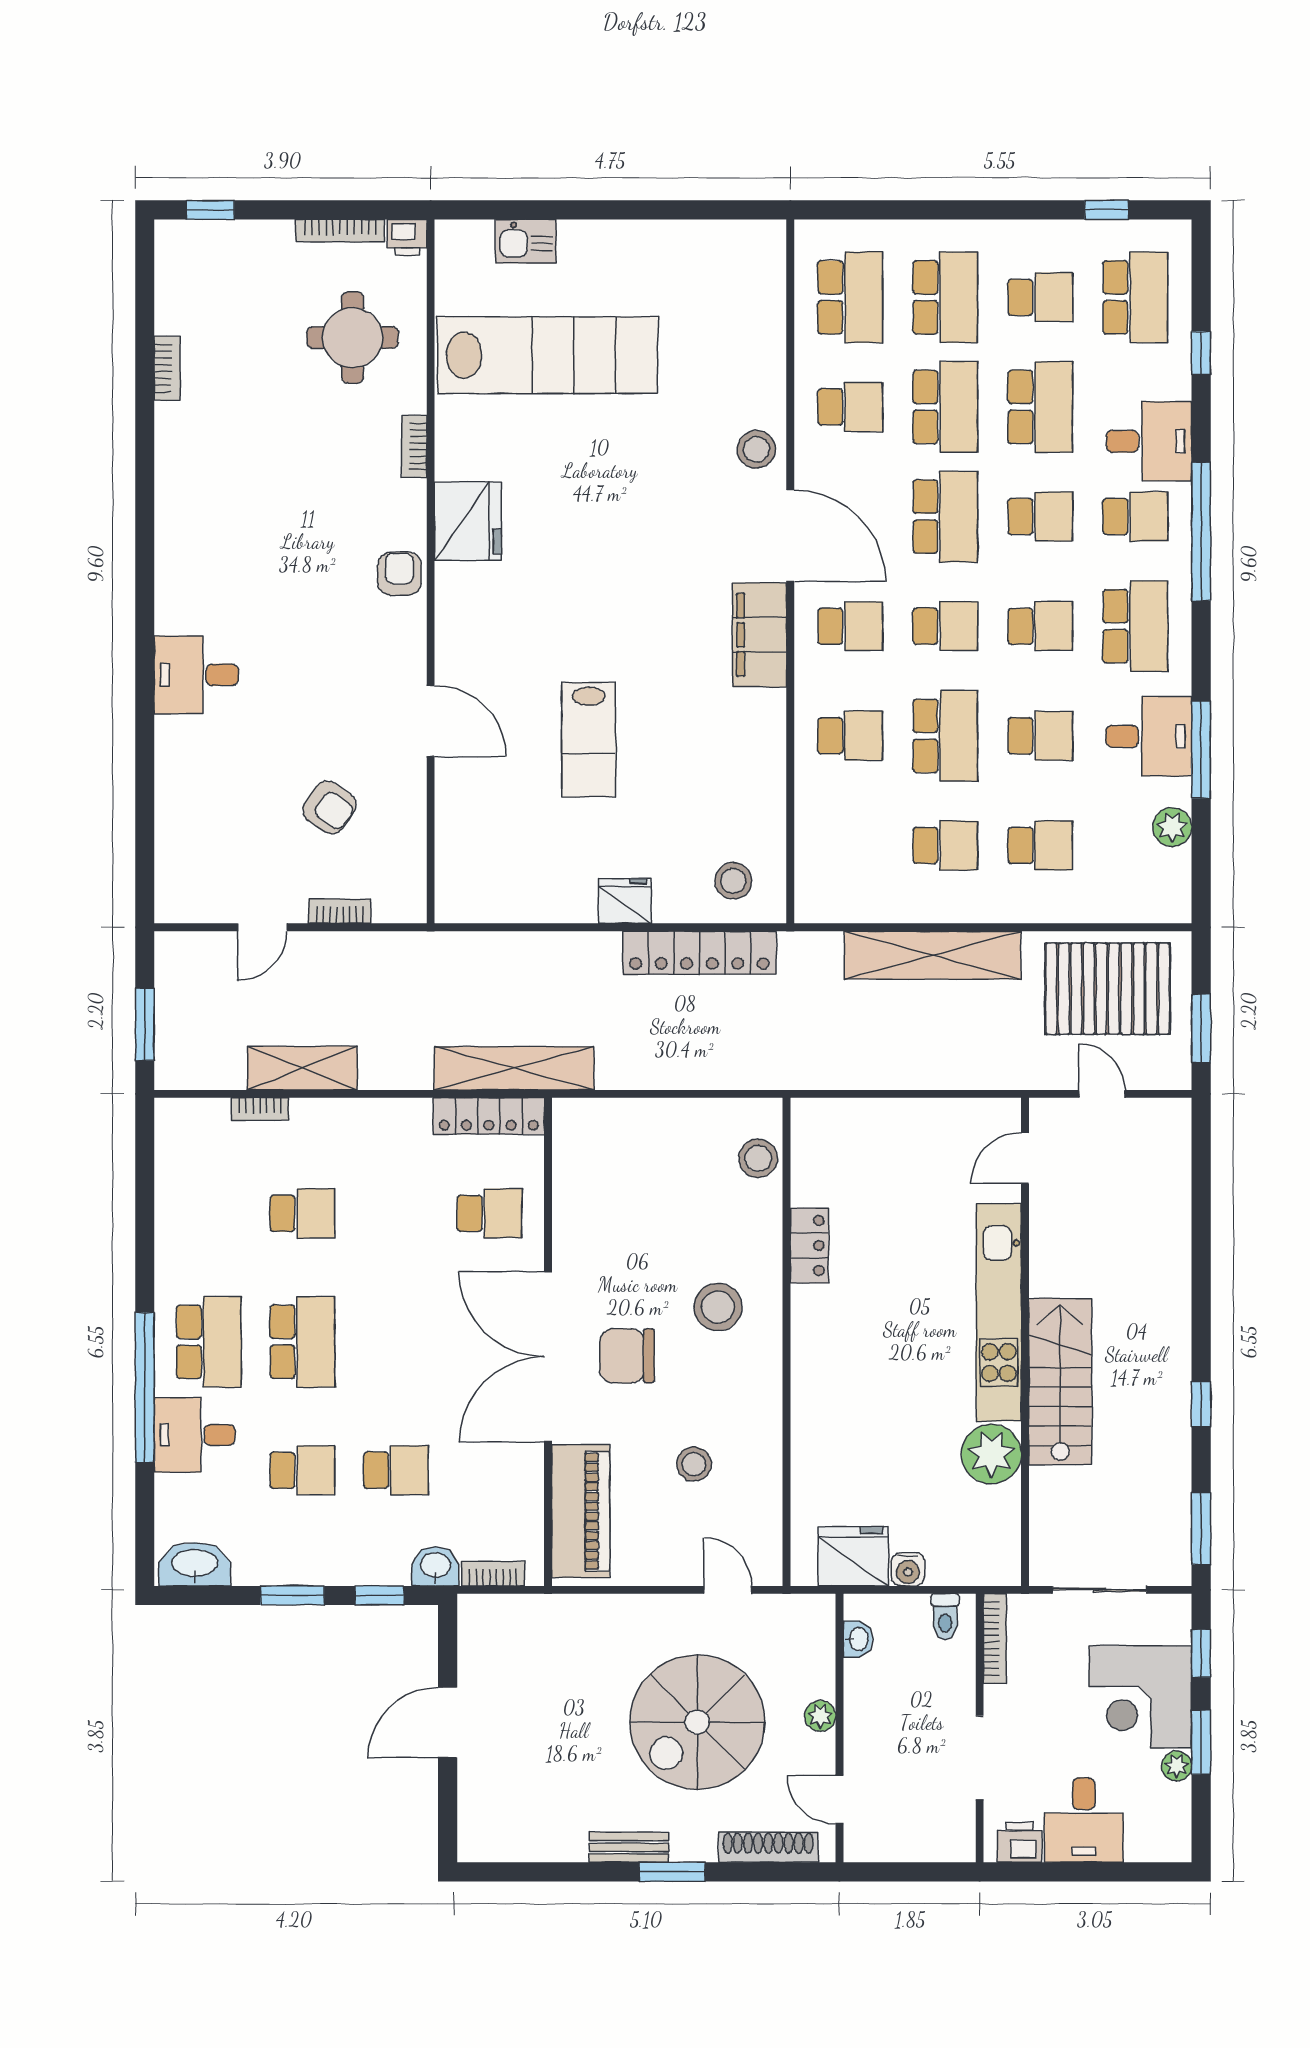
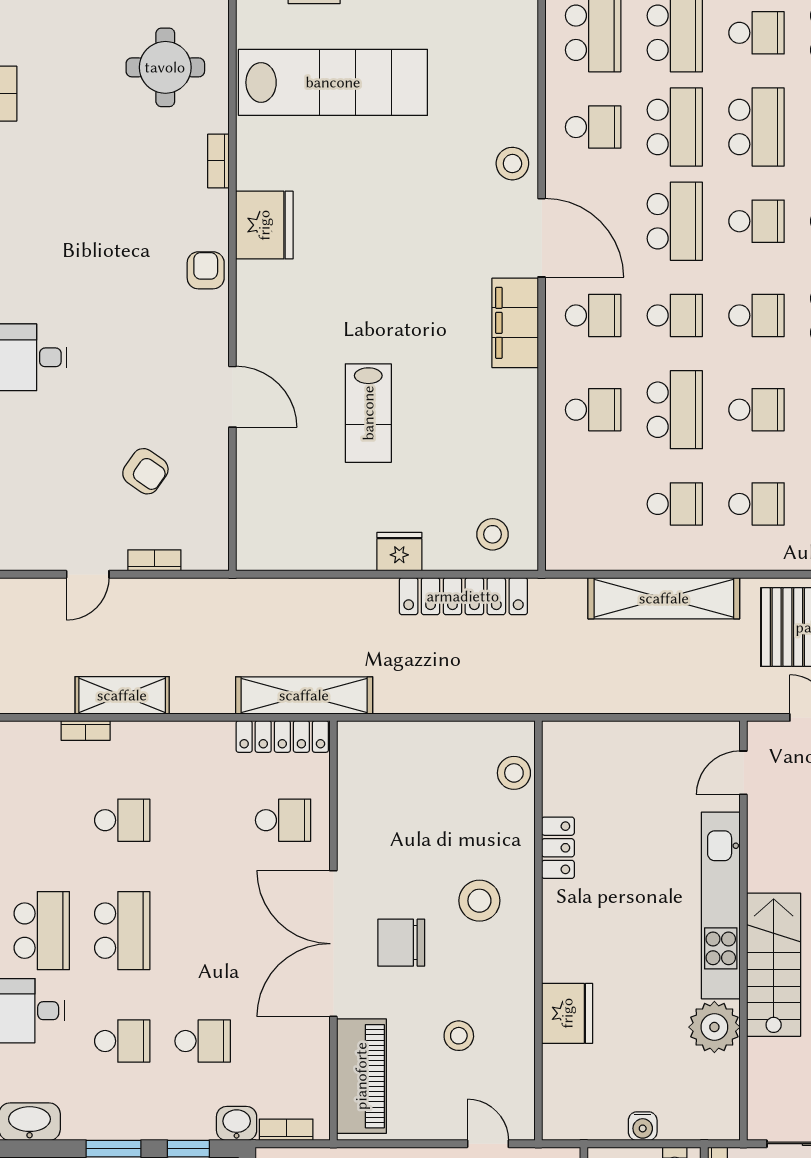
fridge: (853, 1556) -> (567, 1013), moved, turned 90

